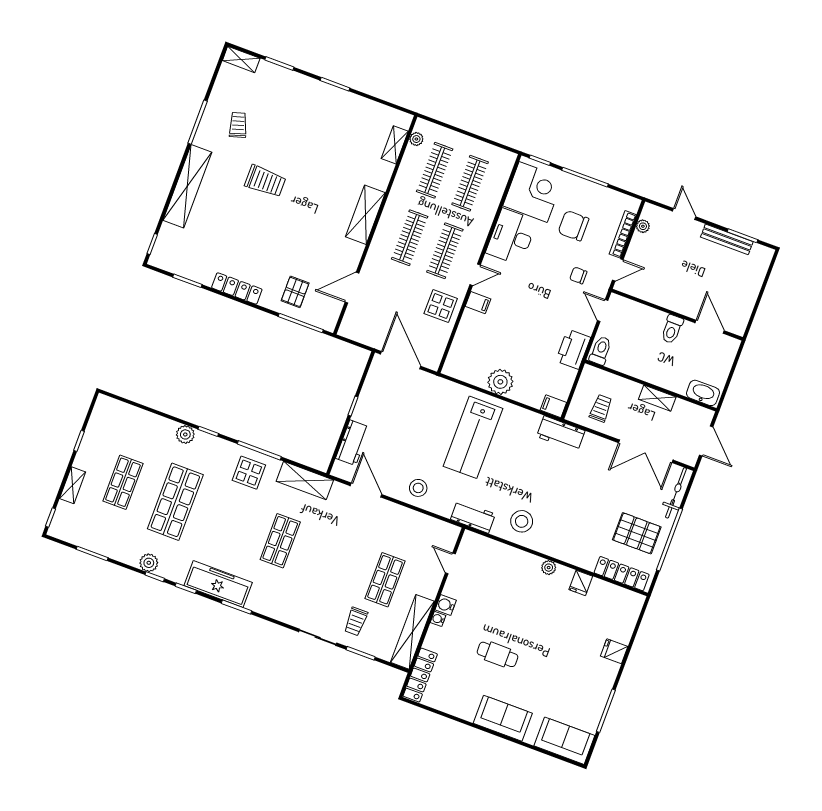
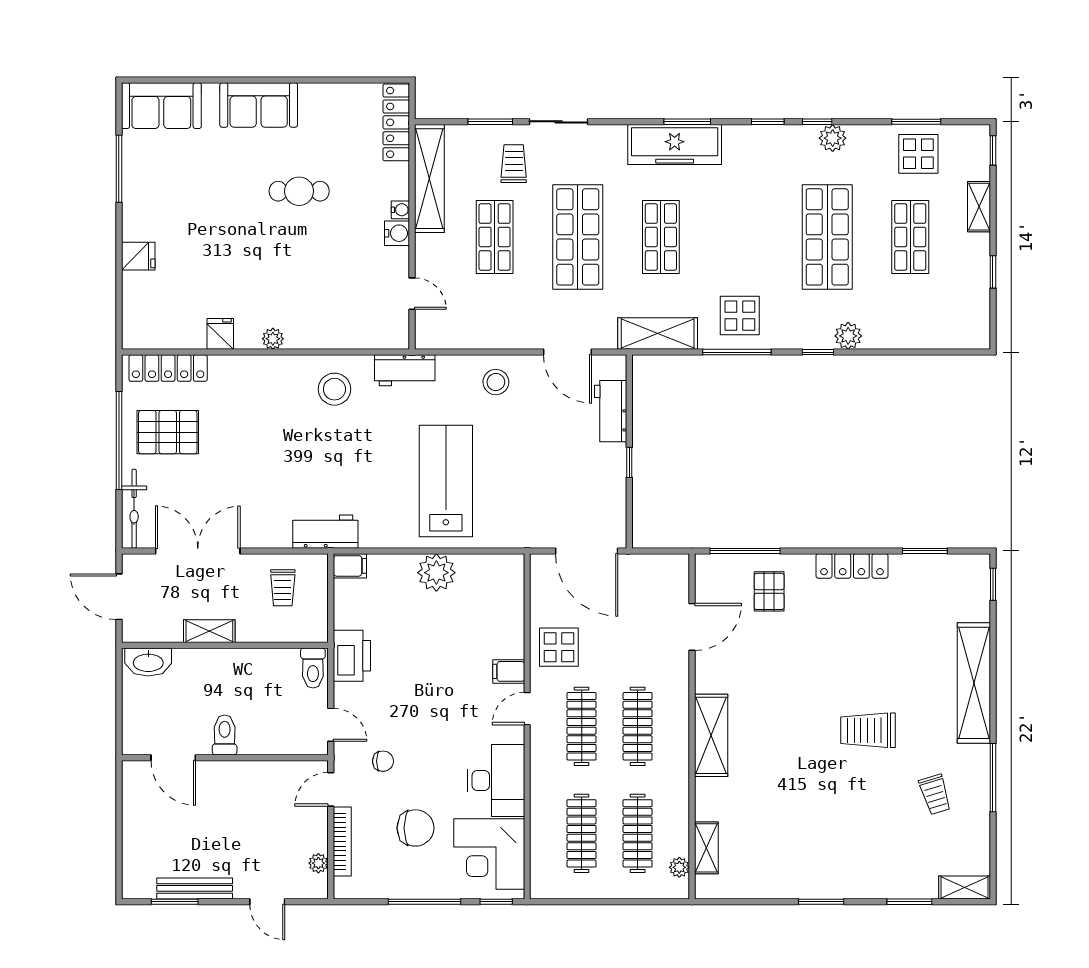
display table: (98, 533) -> (918, 154), added
shop shelf: (333, 560) -> (578, 237), added
freezer: (218, 584) -> (675, 145), moved

